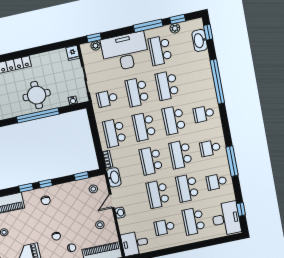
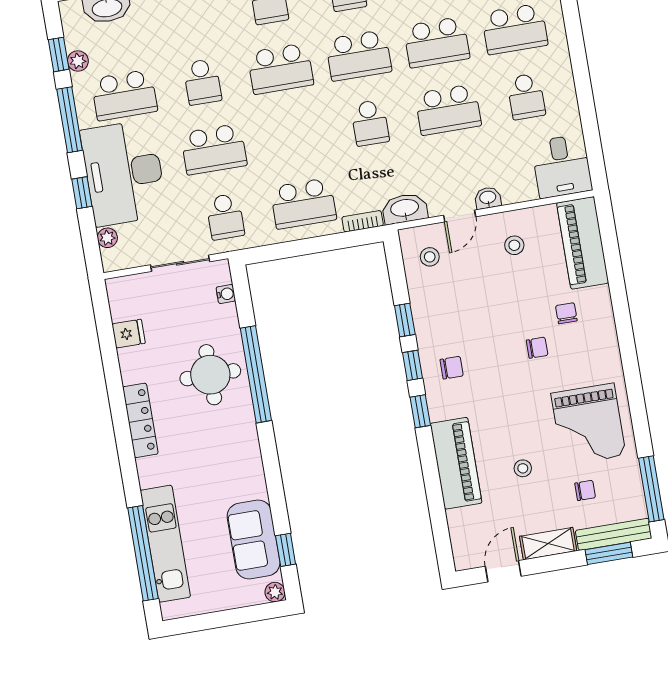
window: (94, 38) -> (82, 193), moved
fridge: (73, 53) -> (129, 334), moved
school desk: (167, 86) -> (202, 82), width x0.54
school desk: (144, 127) -> (292, 136), removed
school desk: (151, 161) -> (370, 123), width x0.54
window: (81, 176) -> (405, 320), moved
door: (112, 201) -> (460, 216), hinge flipped

